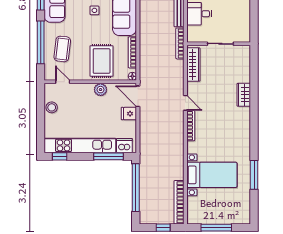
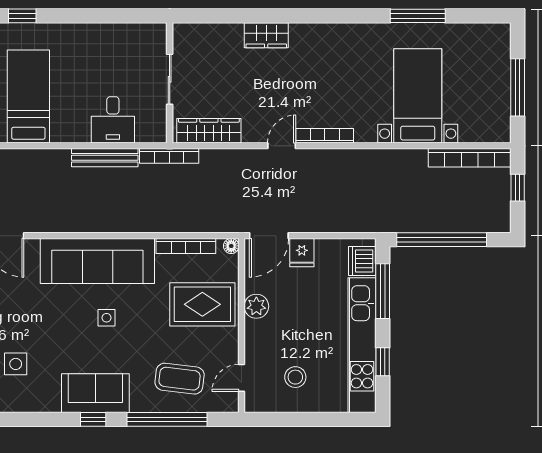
stool: (52, 107) -> (295, 377), moved
window: (60, 156) -> (383, 362), moved

